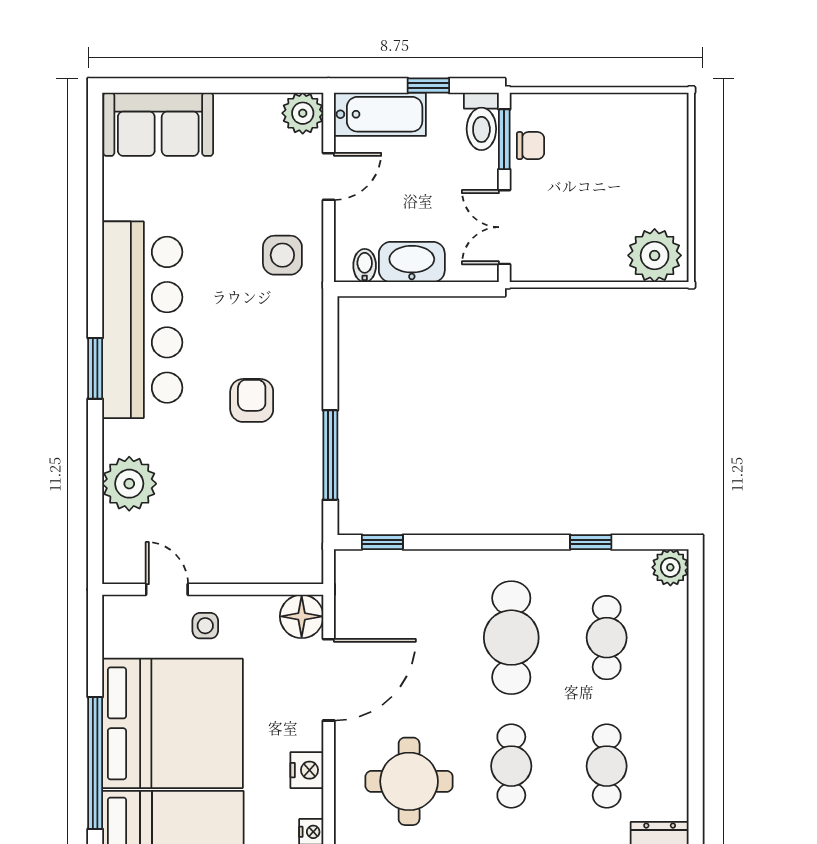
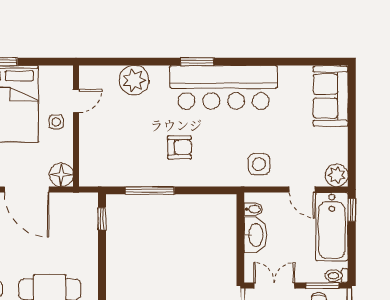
window: (428, 86) -> (352, 210), moved
bathtub: (380, 114) -> (332, 227), width x1.36, depth x1.36
toilet: (481, 121) -> (337, 276), width x0.73, depth x0.72

